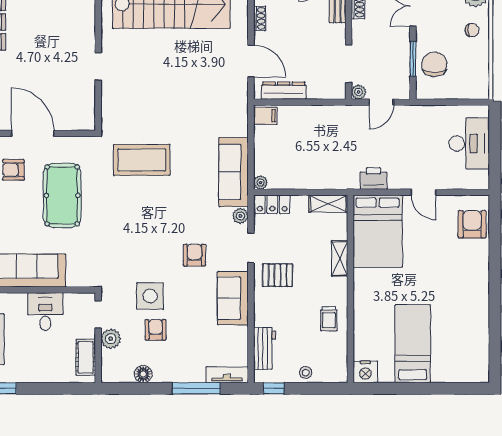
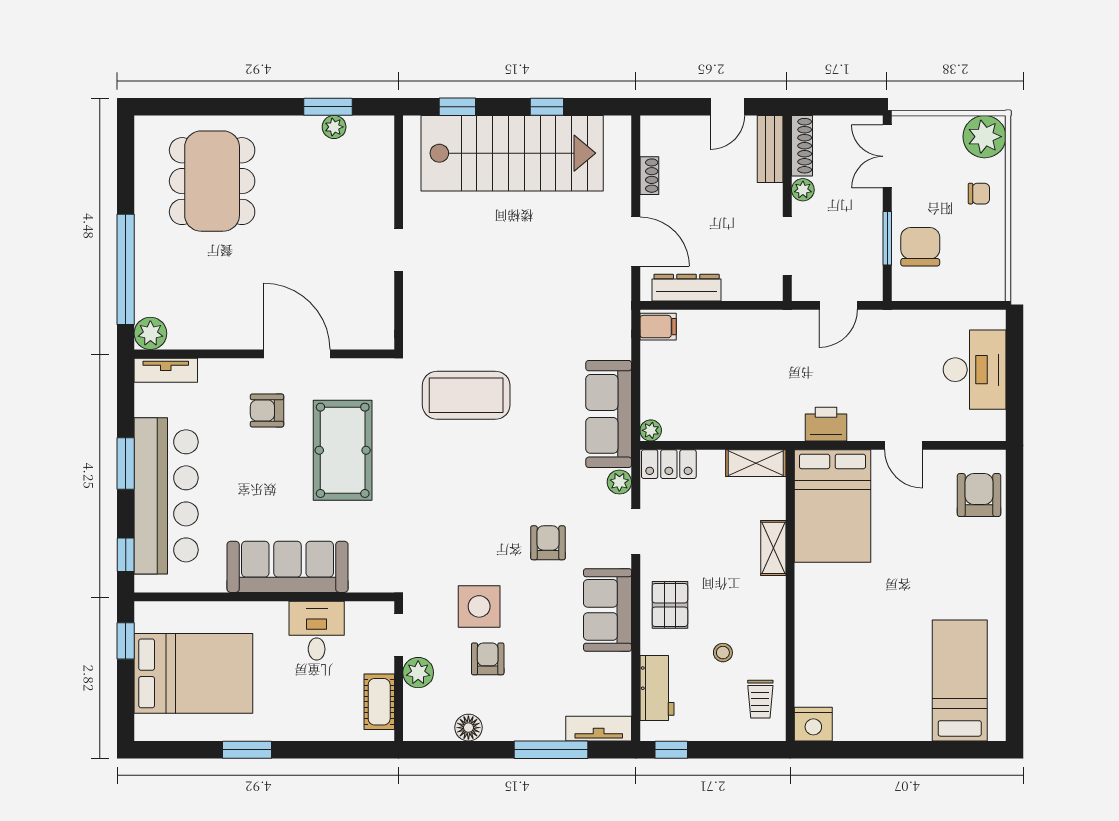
plant: (359, 92) -> (803, 190), moved
pallet: (277, 275) -> (670, 605), moved, turned 90
trolley: (329, 319) -> (760, 699), moved
bed: (413, 344) -> (960, 680), moved
stool: (306, 373) -> (723, 653), moved

